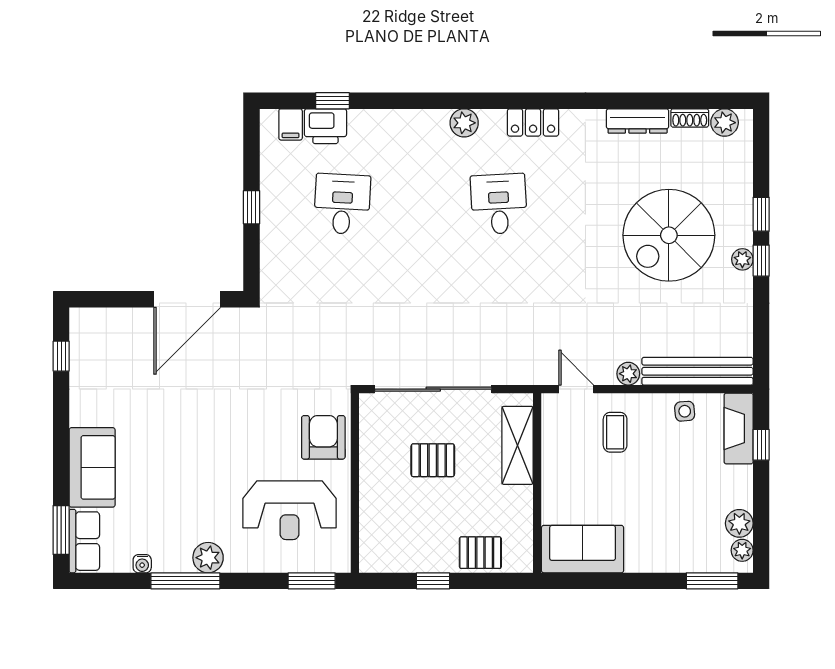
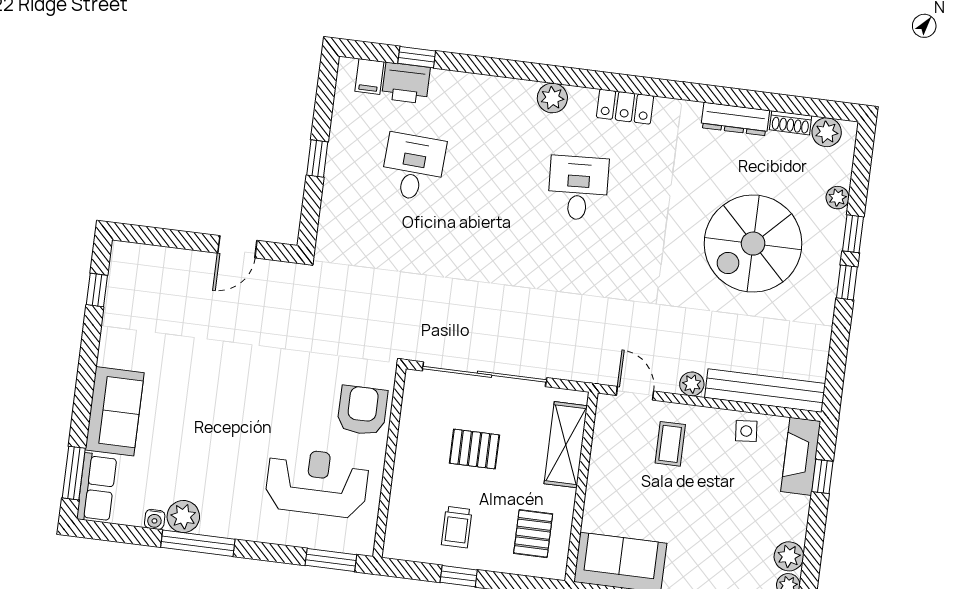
plant: (742, 259) -> (837, 198), moved
door: (187, 299) -> (237, 247), width x0.53
reception desk: (289, 510) -> (317, 483), turned 180
trolley: (425, 535) -> (457, 527), added
pallet: (480, 553) -> (533, 534), moved, turned 90
plant: (208, 558) -> (183, 516), moved

